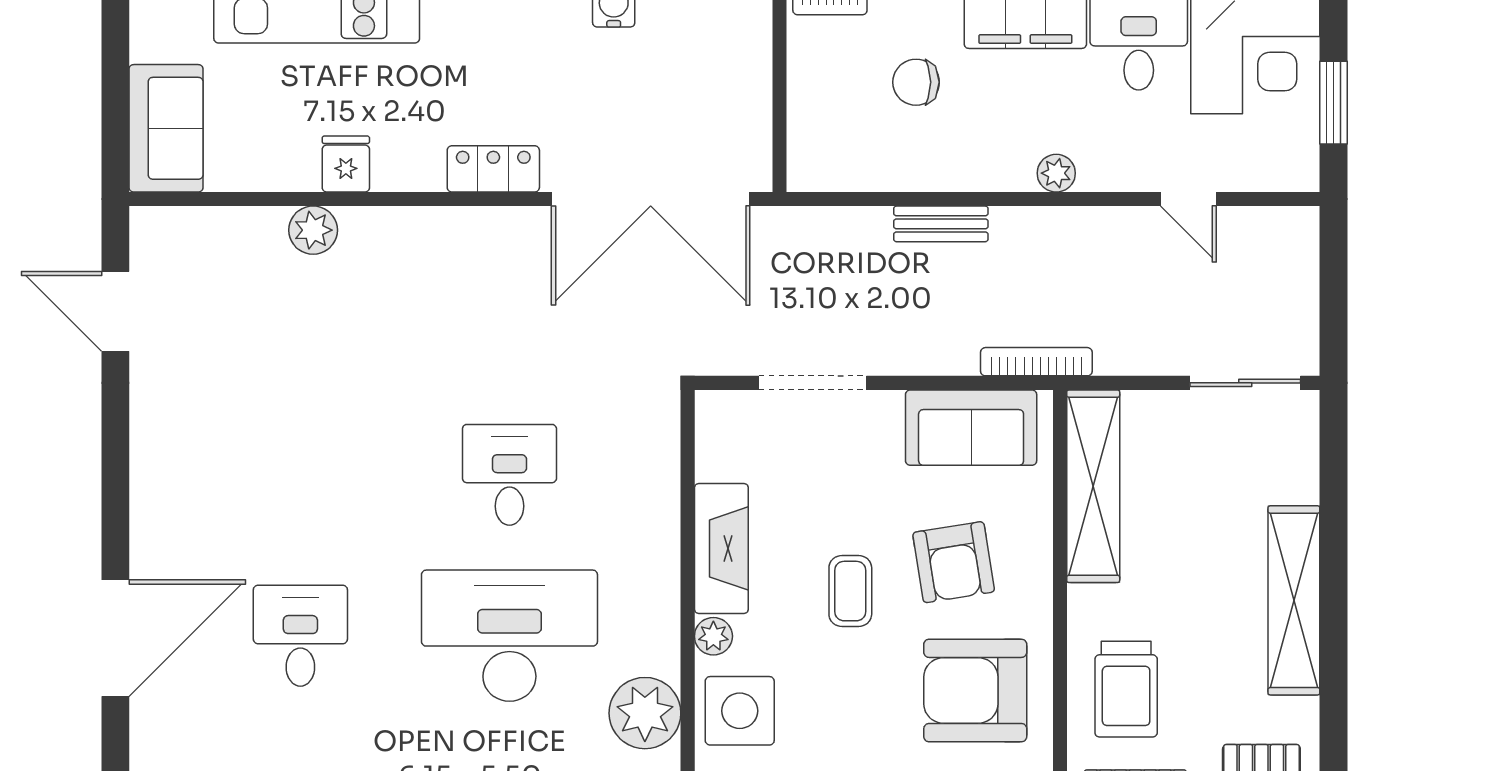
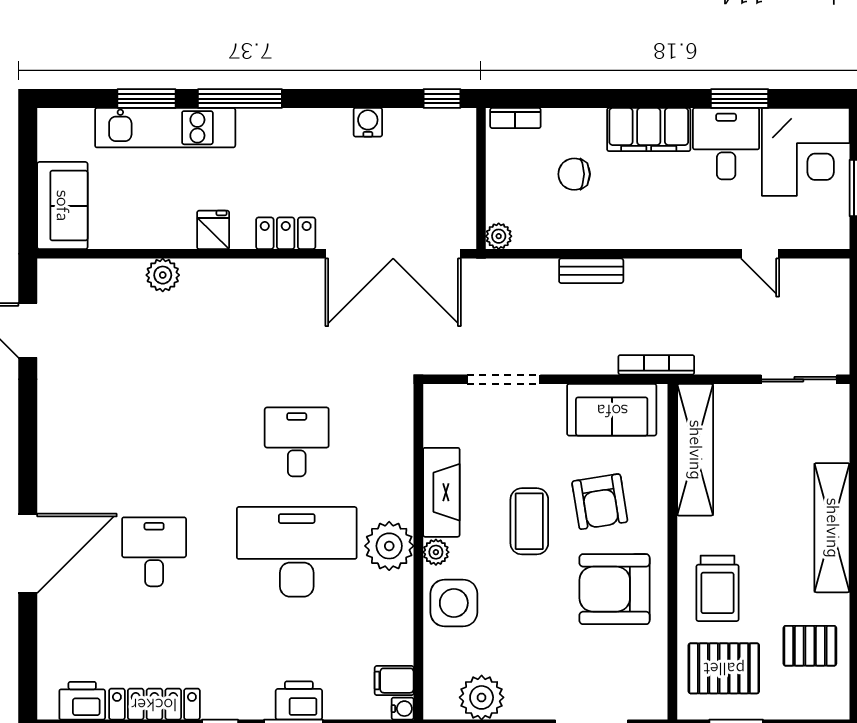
fridge: (346, 164) -> (213, 230), moved
plant: (1056, 173) -> (499, 236), moved
coffee table: (850, 591) -> (529, 521), width x1.36, depth x1.30
plant: (645, 713) -> (389, 546), moved

